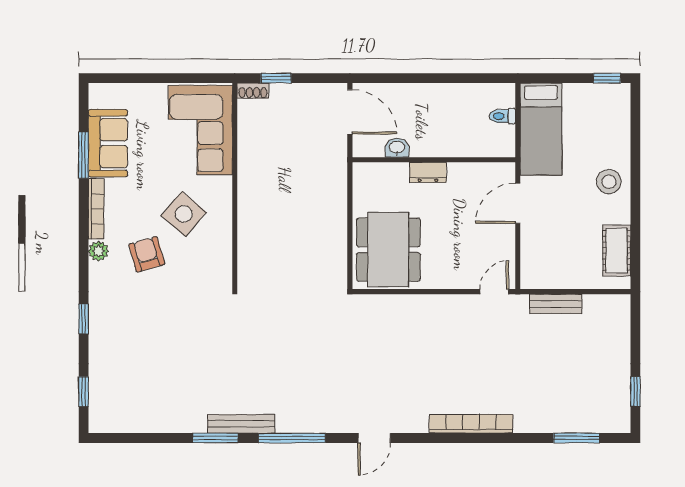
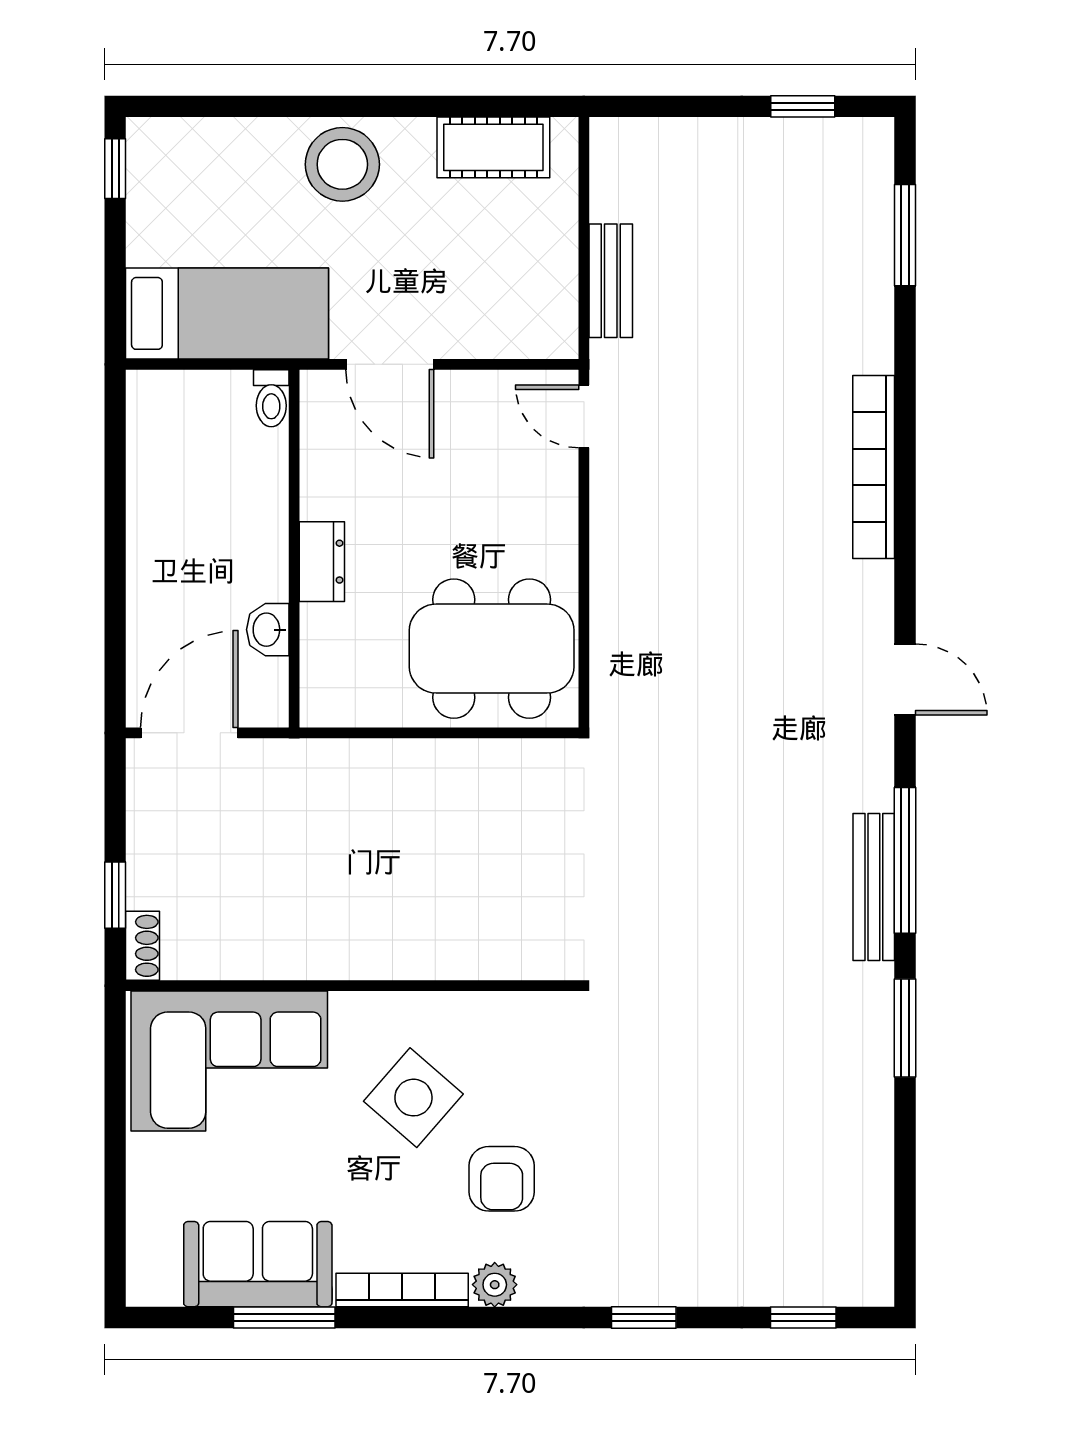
toilet: (502, 116) -> (271, 398), moved
stool: (609, 182) -> (342, 164), width x1.38, depth x1.38
armchair: (147, 254) -> (502, 1179), turned -74
bench: (241, 424) -> (874, 887), moved

